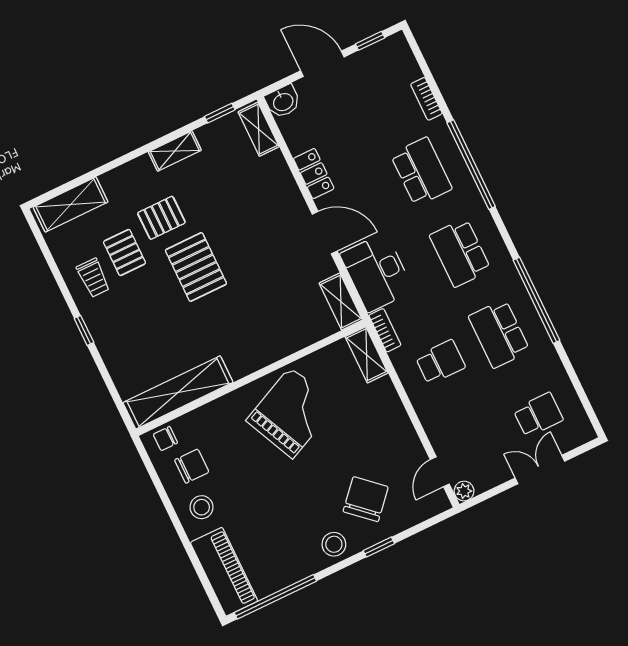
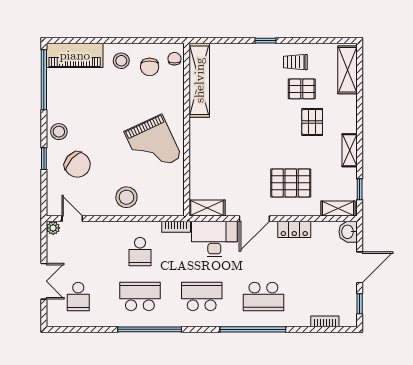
bookcase: (426, 99) -> (325, 321), moved
pallet: (196, 267) -> (291, 183), moved
shelving: (367, 355) -> (166, 208), removed
stool: (377, 414) -> (126, 197), added

